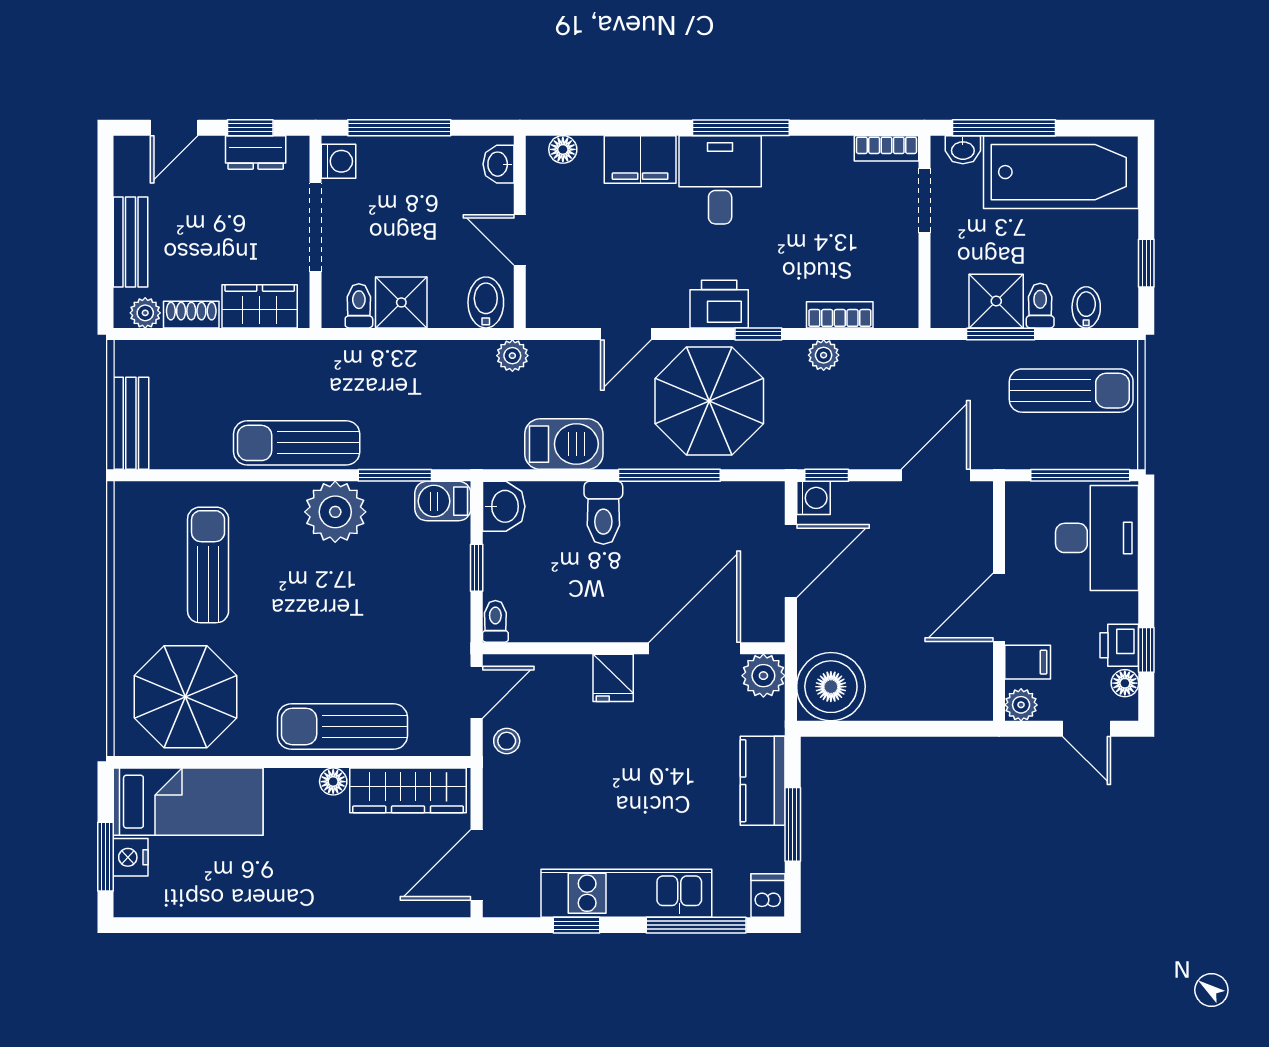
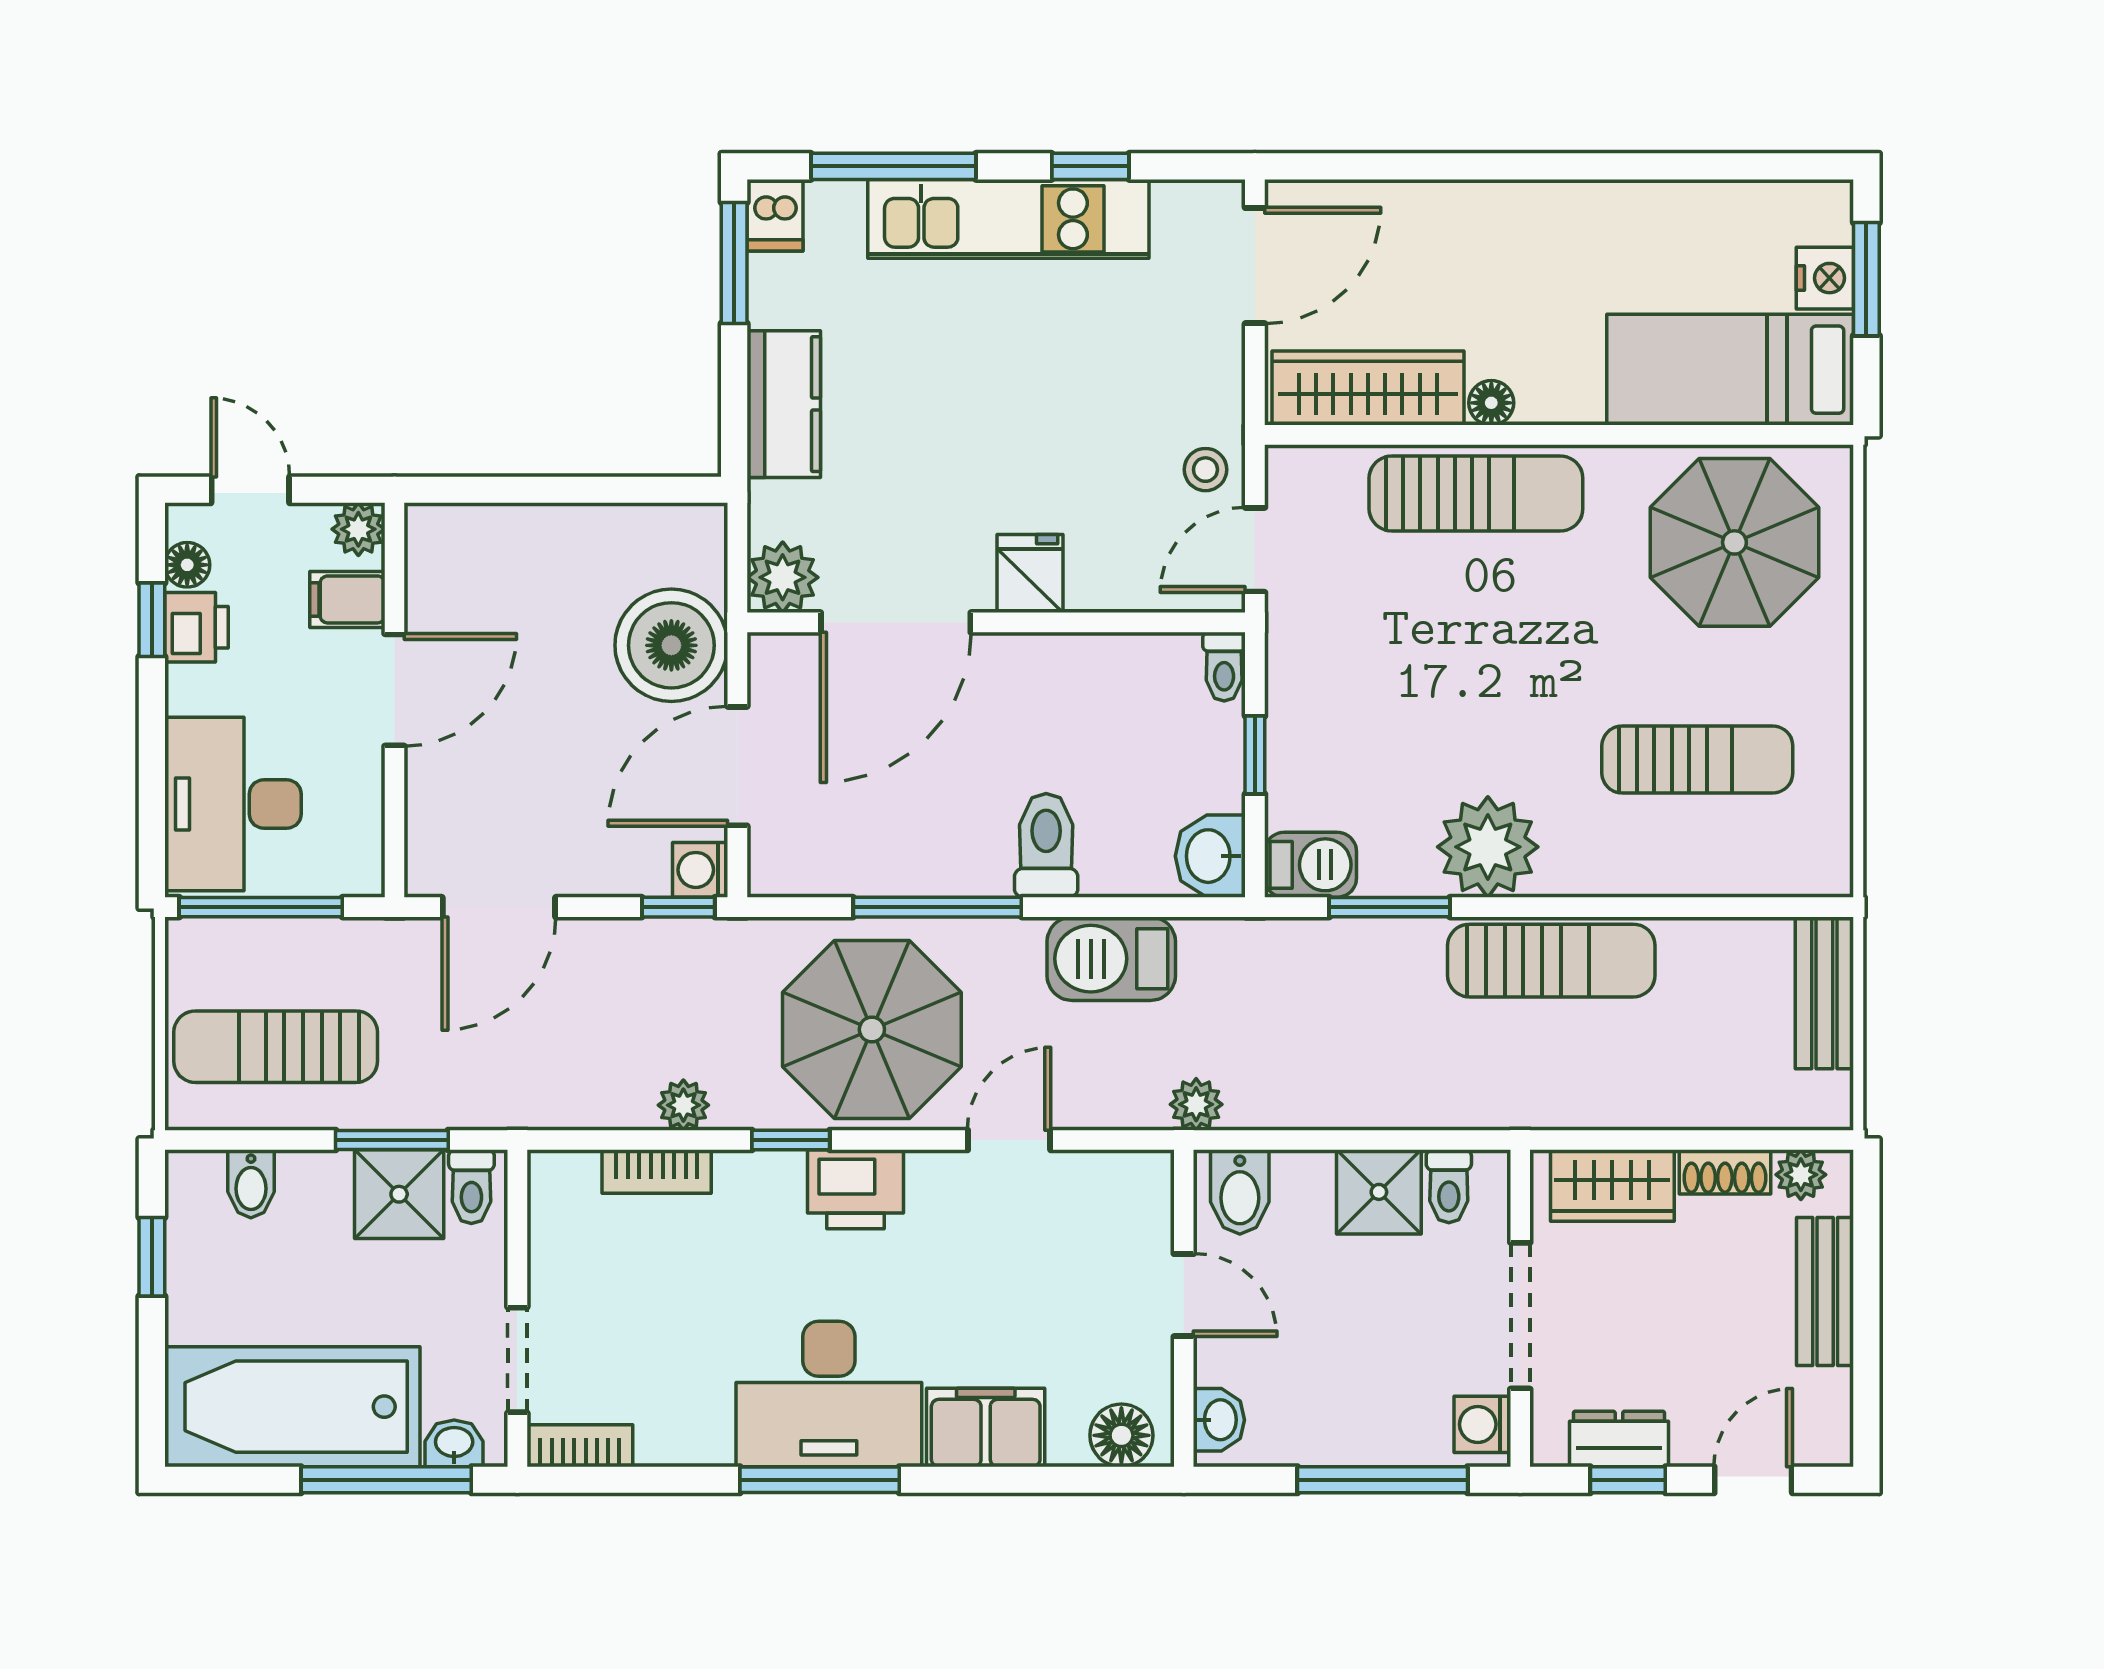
floor lamp: (563, 149) -> (1121, 1435), width x1.37, depth x1.37
desk: (720, 180) -> (829, 1394), width x1.37
toilet: (1040, 306) -> (471, 1187), moved
sun lounger: (208, 565) -> (1697, 760), turned -90
boiler: (831, 687) -> (671, 645), moved
window: (793, 824) -> (734, 263), moved

